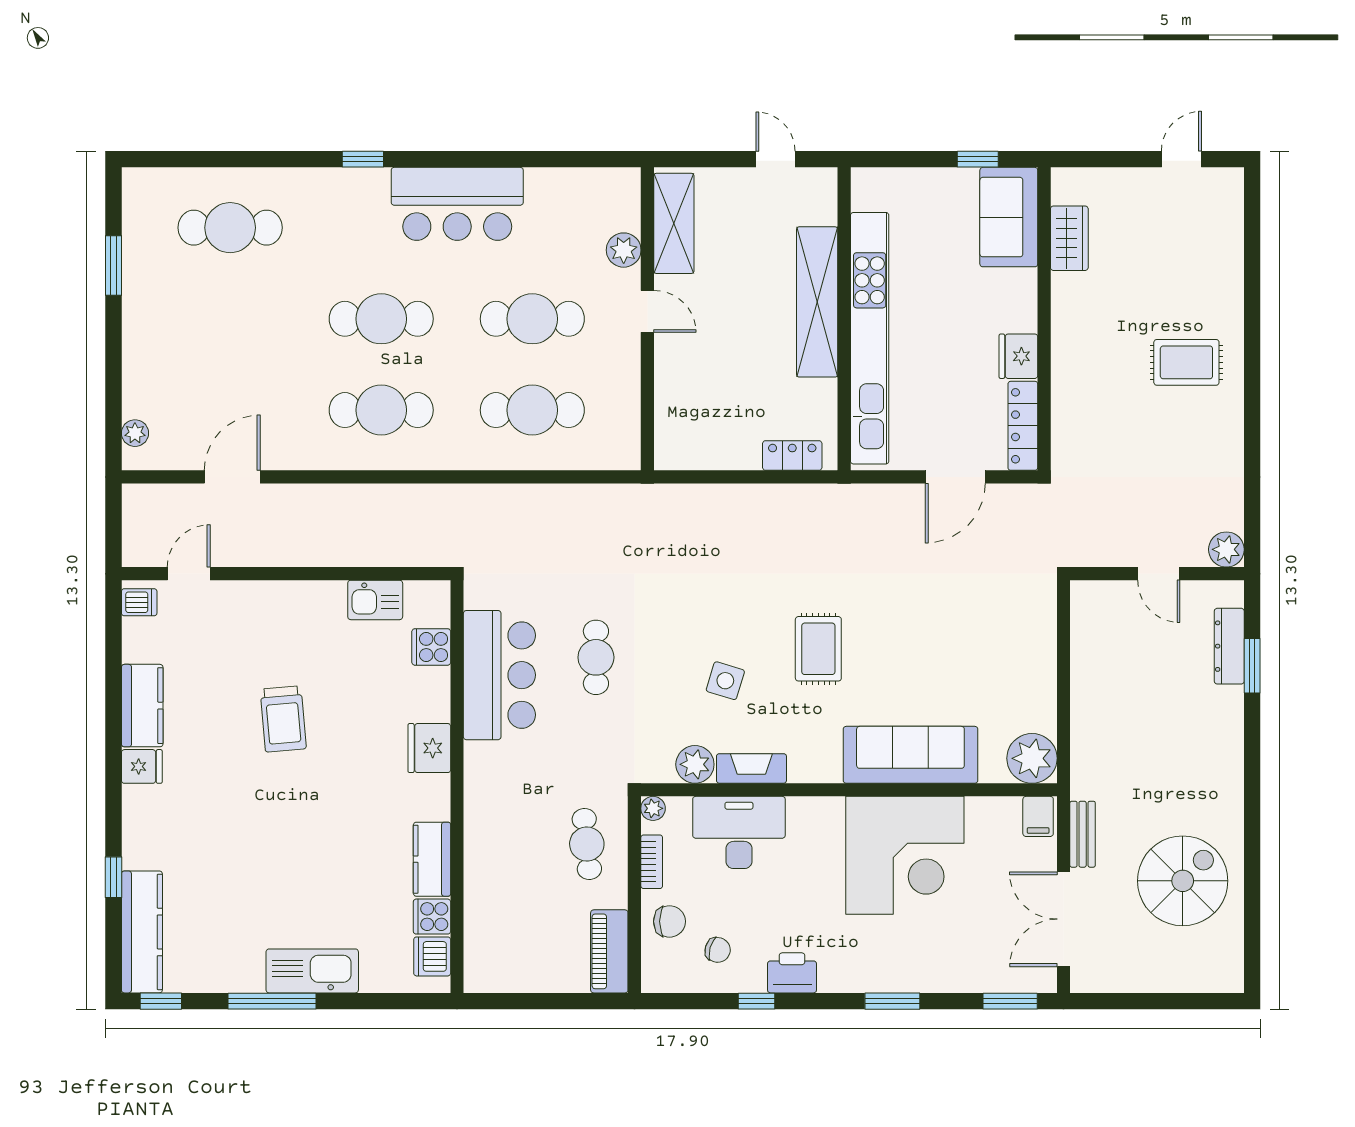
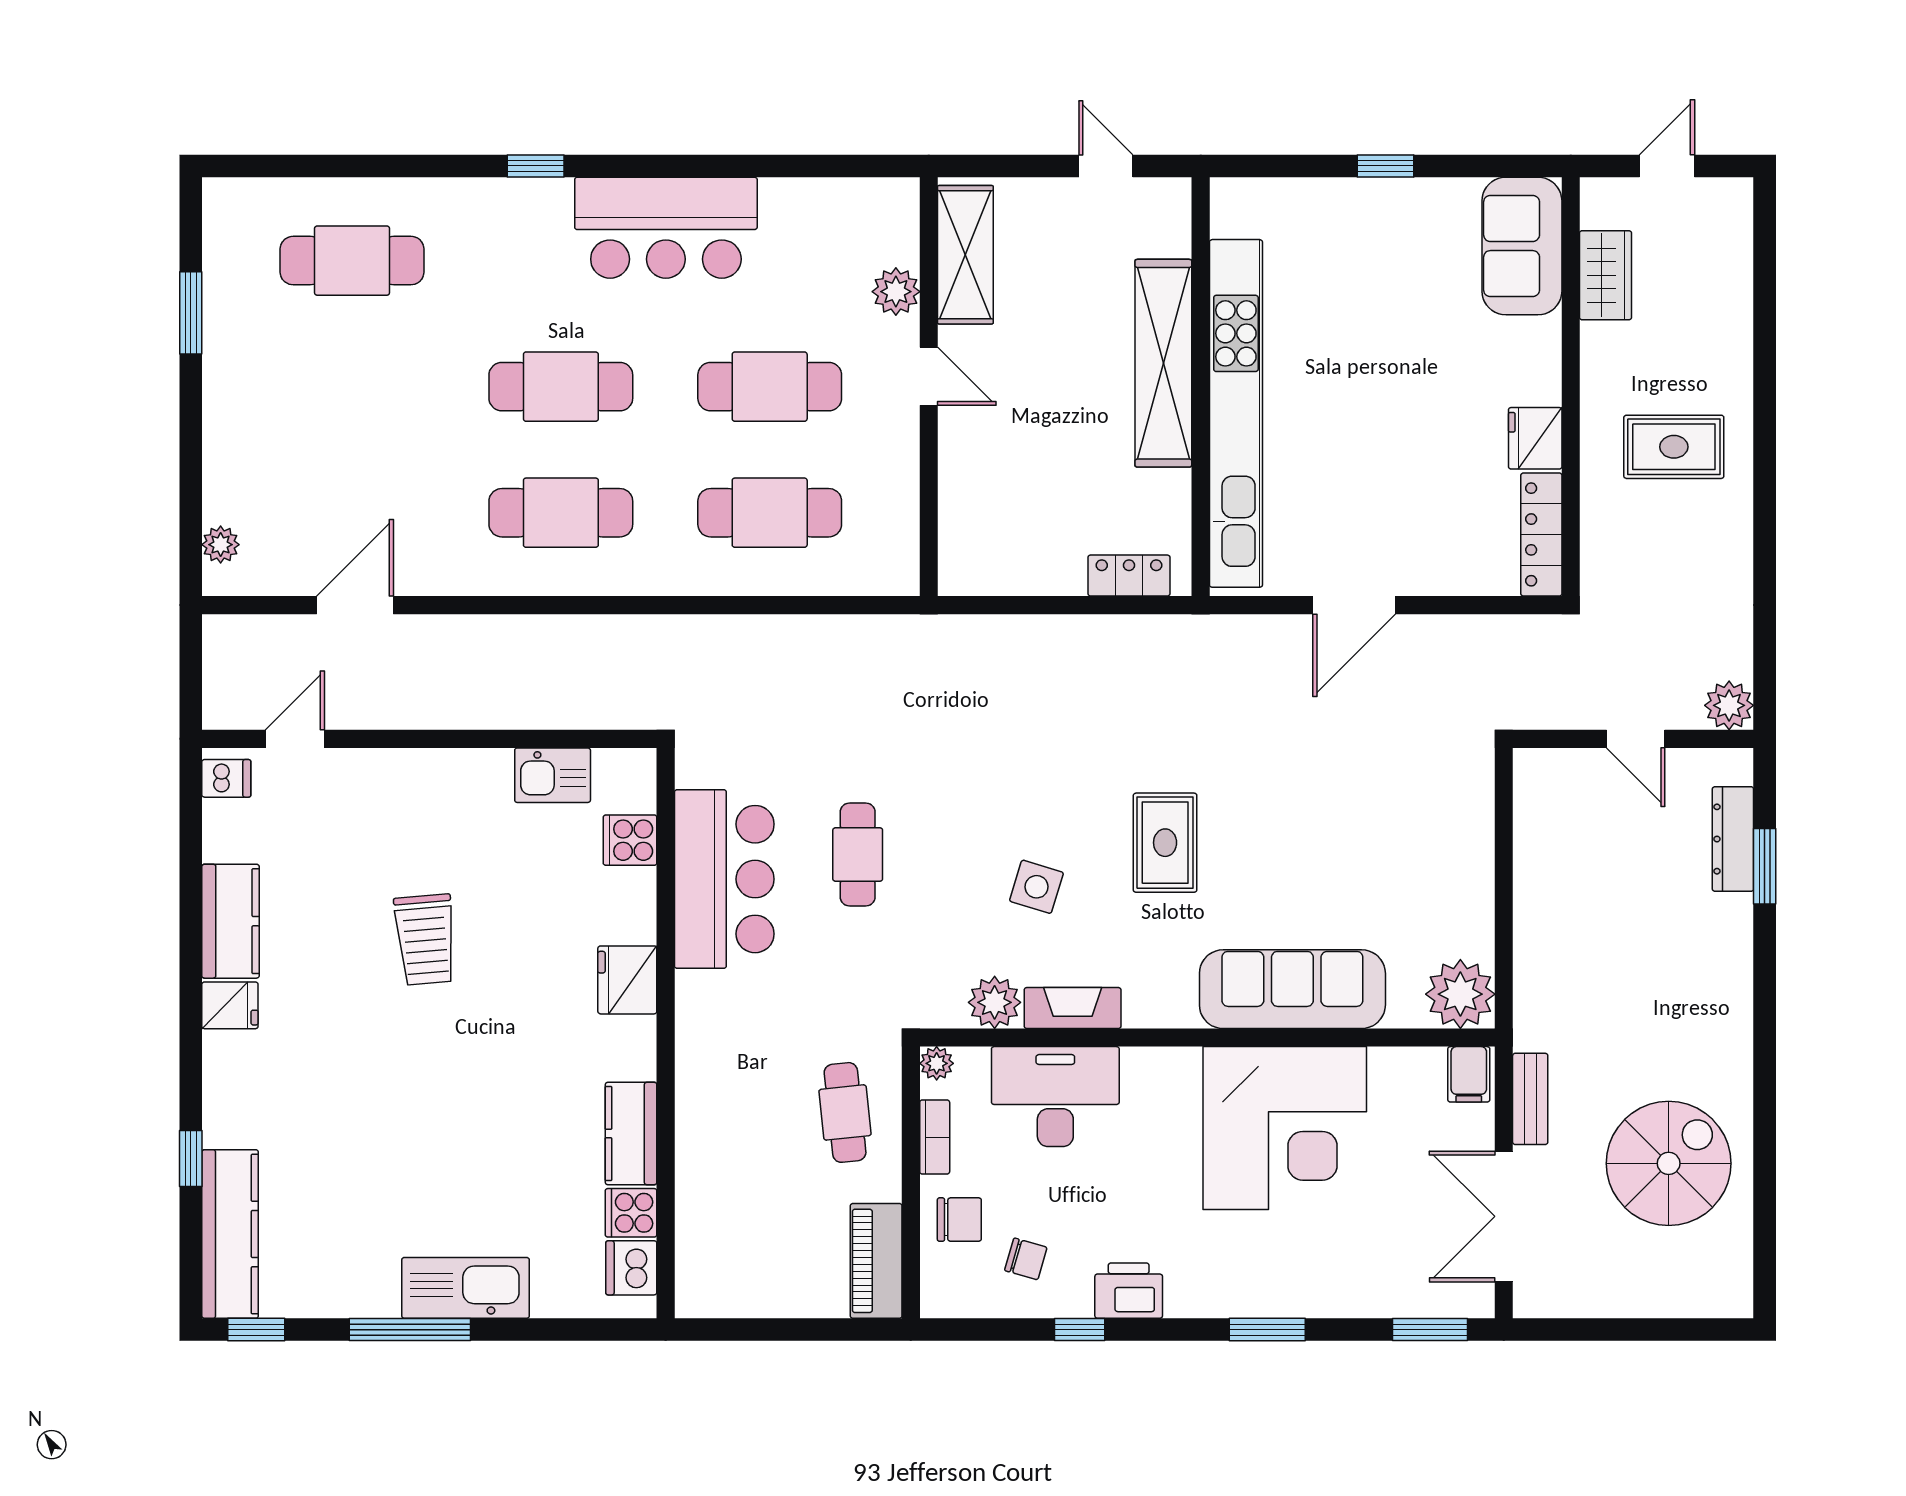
sofa: (1009, 217) -> (1522, 246), moved
wardrobe: (1069, 238) -> (1606, 275), moved
wall: (1044, 319) -> (1571, 387), moved
fridge: (1018, 356) -> (1535, 438), moved
locker: (1023, 426) -> (1541, 534), moved

